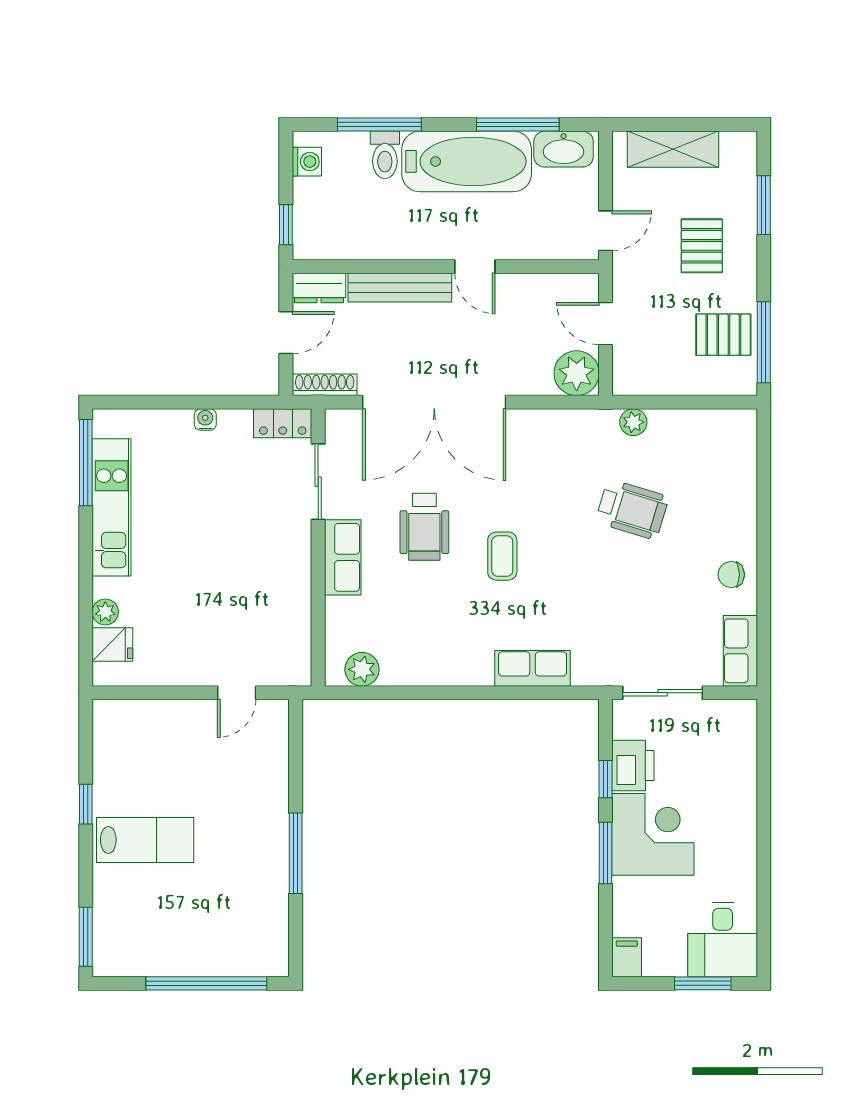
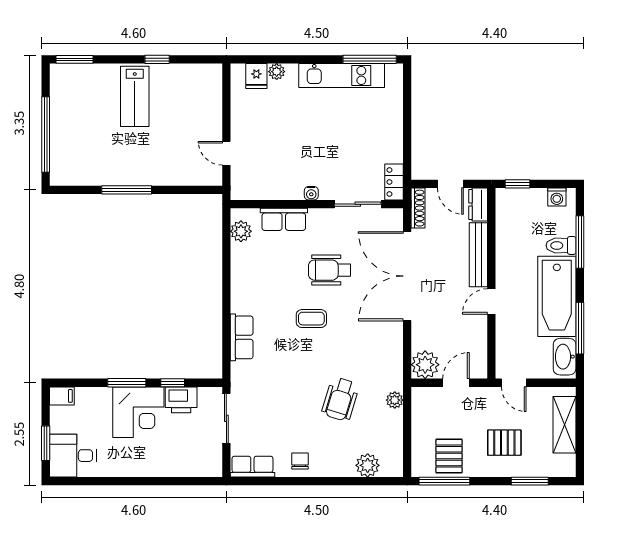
water cooler: (205, 420) -> (311, 193), moved, turned 90
plant: (738, 466) -> (368, 465), added
row of seats: (343, 557) -> (284, 219), moved

